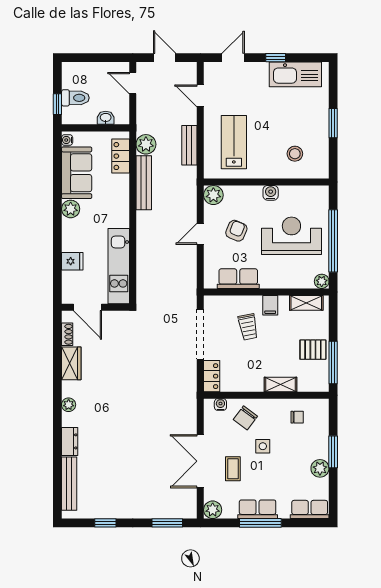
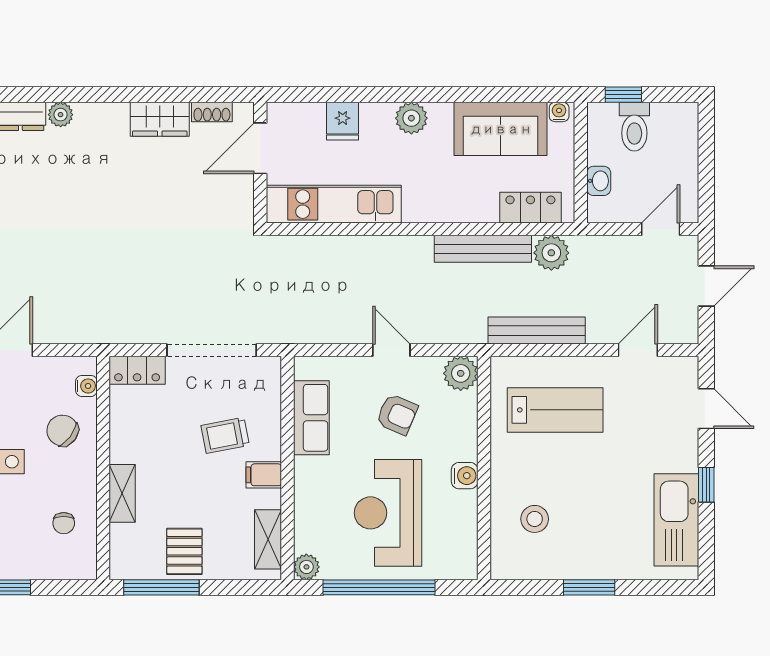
bench: (189, 145) -> (537, 330), width x1.36
plant: (71, 209) -> (411, 118), moved
reception desk: (291, 236) -> (388, 513), turned 180
plant: (69, 405) -> (61, 115), moved

